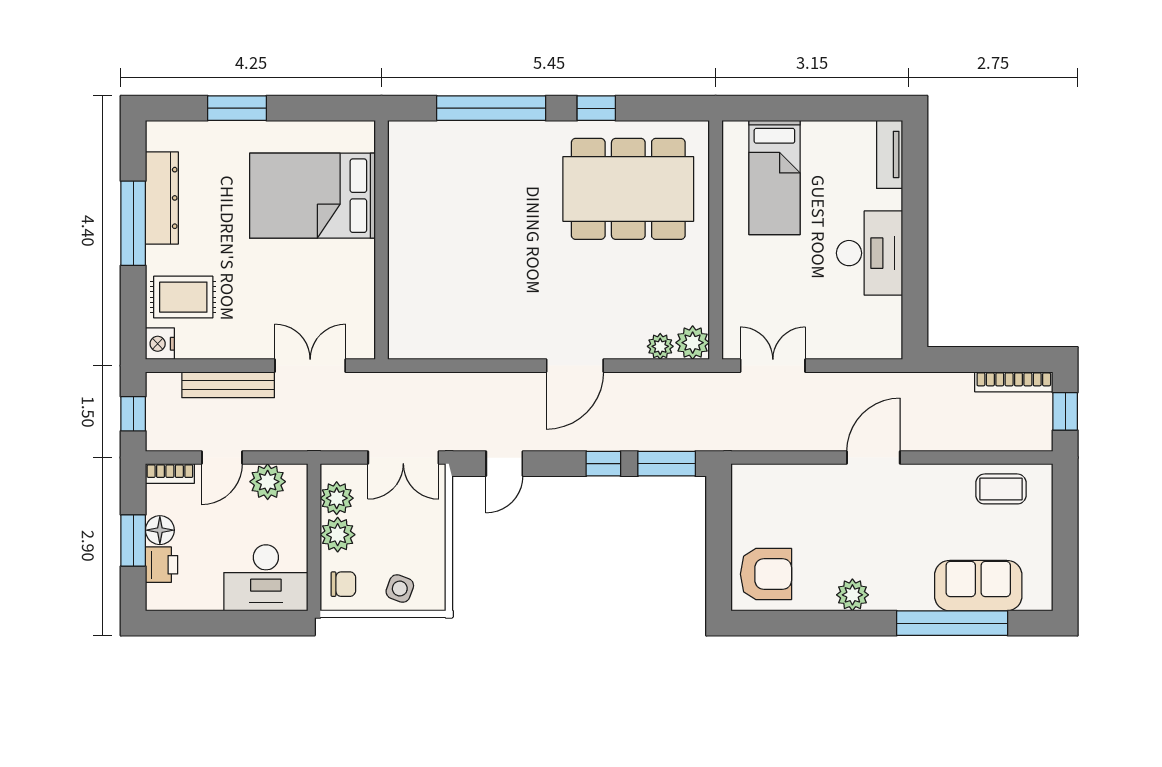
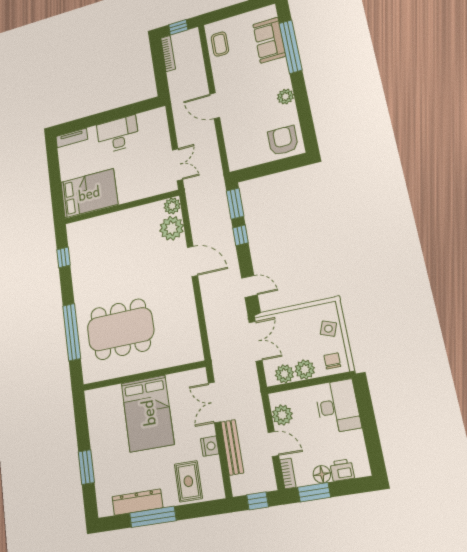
window: (596, 108) -> (64, 257), moved
bed: (774, 177) -> (89, 193), width x1.50
dining table: (628, 189) -> (120, 329), moved, turned 90
bed: (312, 196) -> (148, 413), moved
nightstand: (160, 344) -> (210, 446), moved, turned -90
plant: (660, 346) -> (172, 228), width x1.88, depth x1.88
double door: (773, 366) -> (178, 165), swing flipped
window: (133, 540) -> (314, 492), moved

